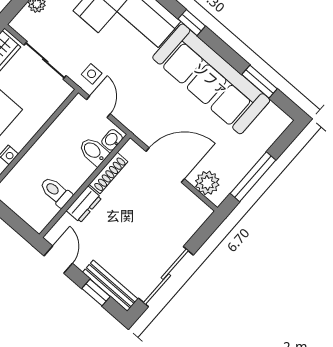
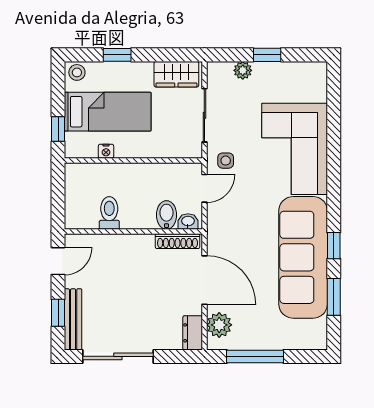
window: (192, 23) -> (334, 246), moved
shoe rack: (108, 173) -> (178, 241), moved
dresser: (84, 204) -> (193, 333), moved, turned 90

